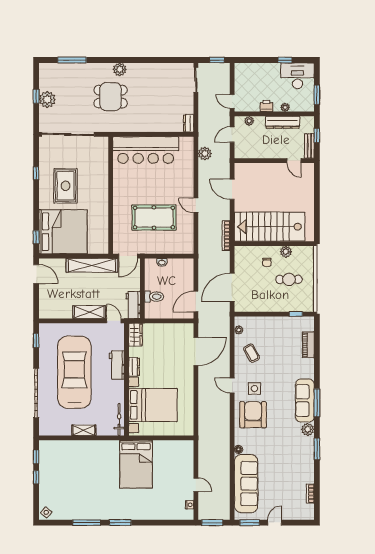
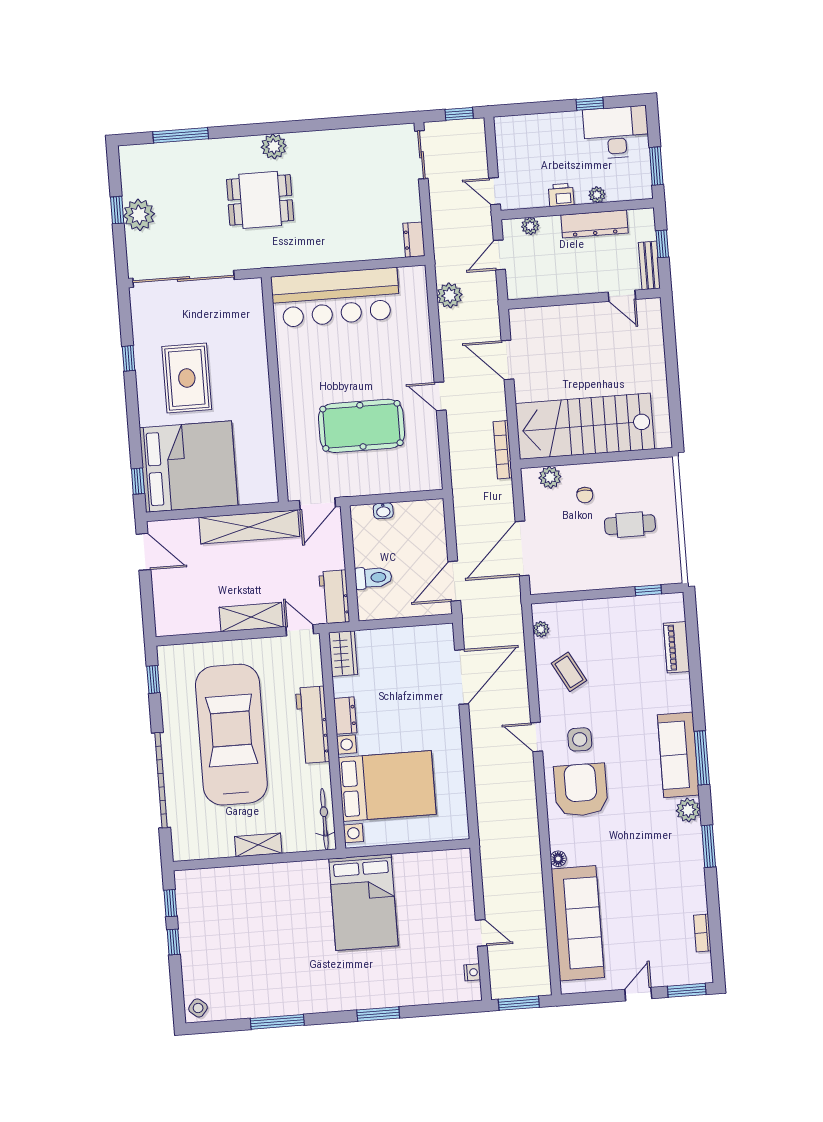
plant: (286, 252) -> (550, 477), moved
workbench: (117, 365) -> (313, 725), width x1.37
window: (120, 523) -> (378, 1014), moved
window: (250, 523) -> (687, 990), moved

